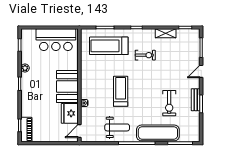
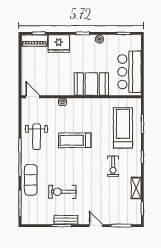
booth: (67, 87) -> (91, 84), moved
treadmill: (121, 91) -> (75, 140), turned 180
fridge: (70, 113) -> (59, 44), moved, turned 180
exercise mat: (158, 133) -> (31, 180), width x0.73, depth x0.69

